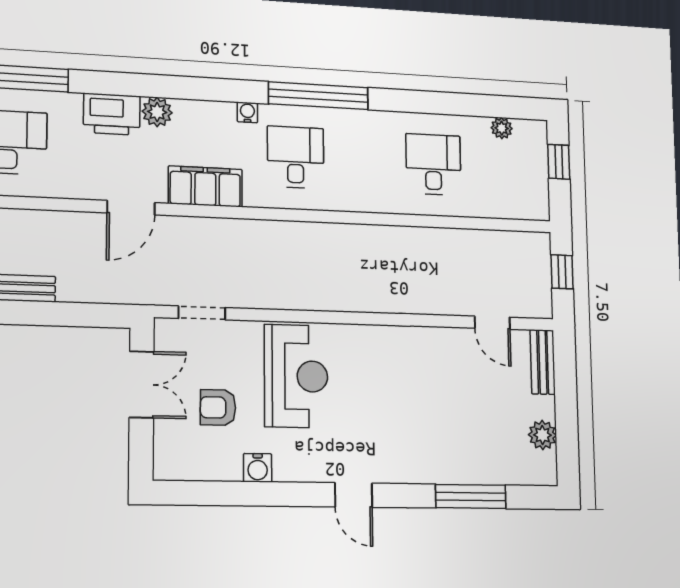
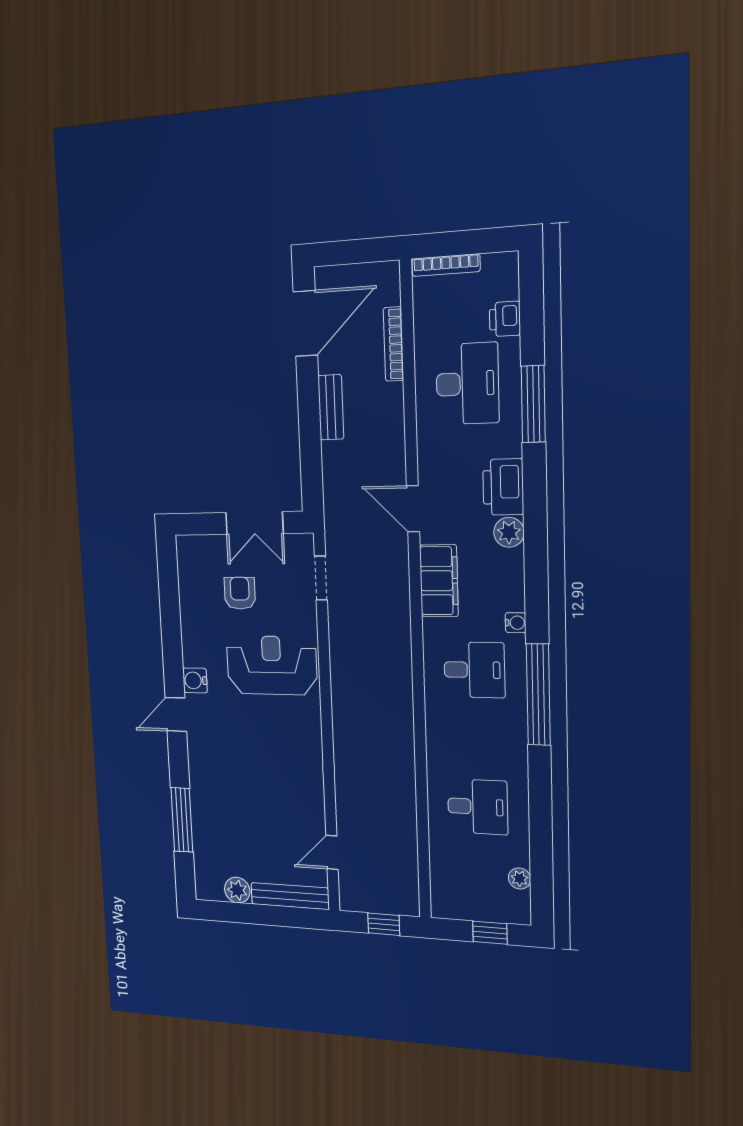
bench: (543, 362) -> (290, 896), width x1.36
reception desk: (296, 376) -> (272, 665), turned 180
water cooler: (258, 468) -> (195, 680), moved

